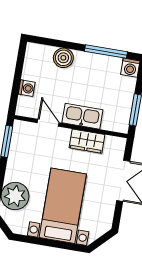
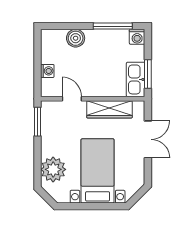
kitchen sink: (82, 116) -> (136, 79), moved, turned -90
wardrobe: (87, 141) -> (109, 109), width x1.50

